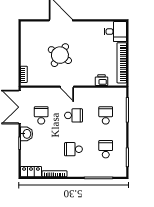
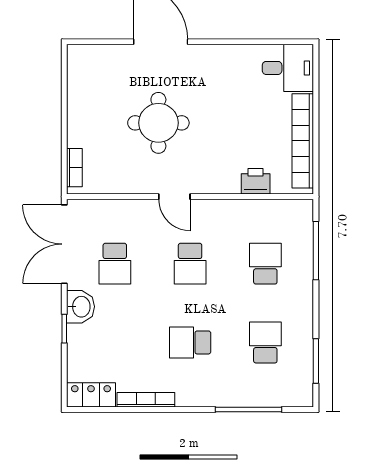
round table: (60, 55) -> (158, 123), turned -33
school desk: (41, 115) -> (115, 264), turned 180
school desk: (73, 115) -> (190, 264), turned 90

